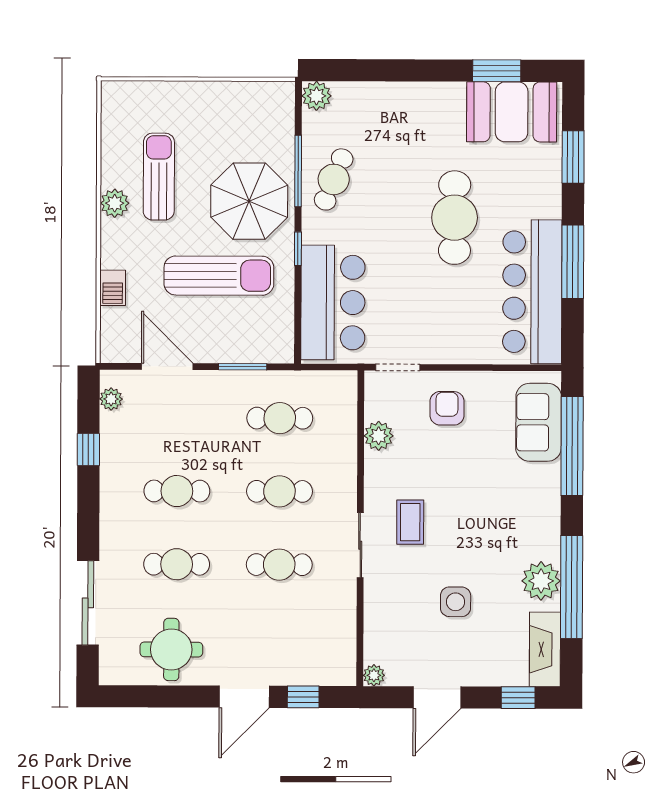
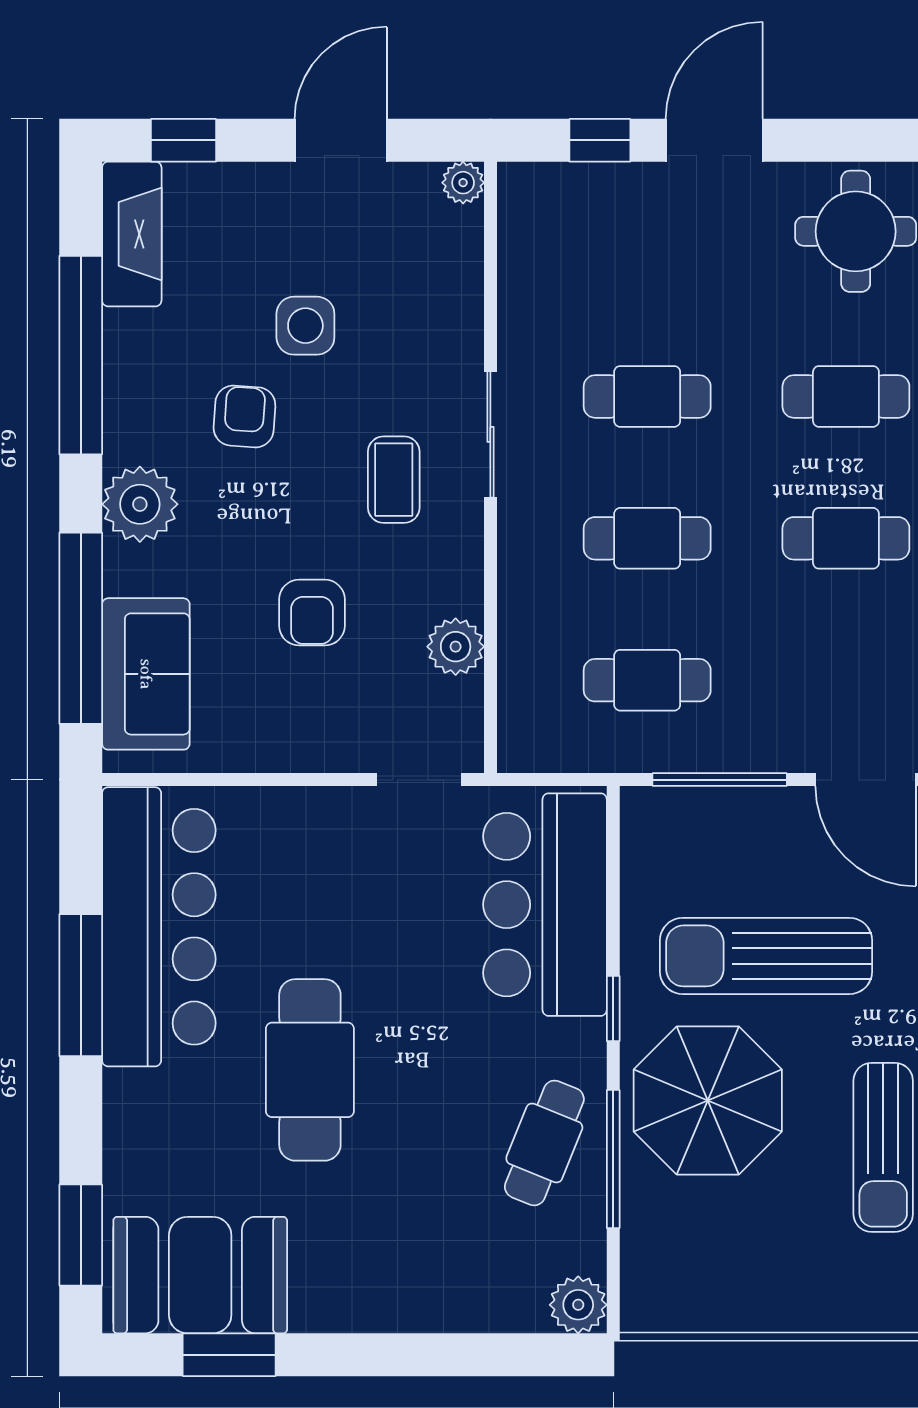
window: (573, 157) -> (81, 1235), moved
window: (243, 367) -> (720, 780), width x1.44
armchair: (447, 408) -> (312, 613), moved
armchair: (487, 555) -> (244, 416), added
plant: (541, 581) -> (140, 504), moved

